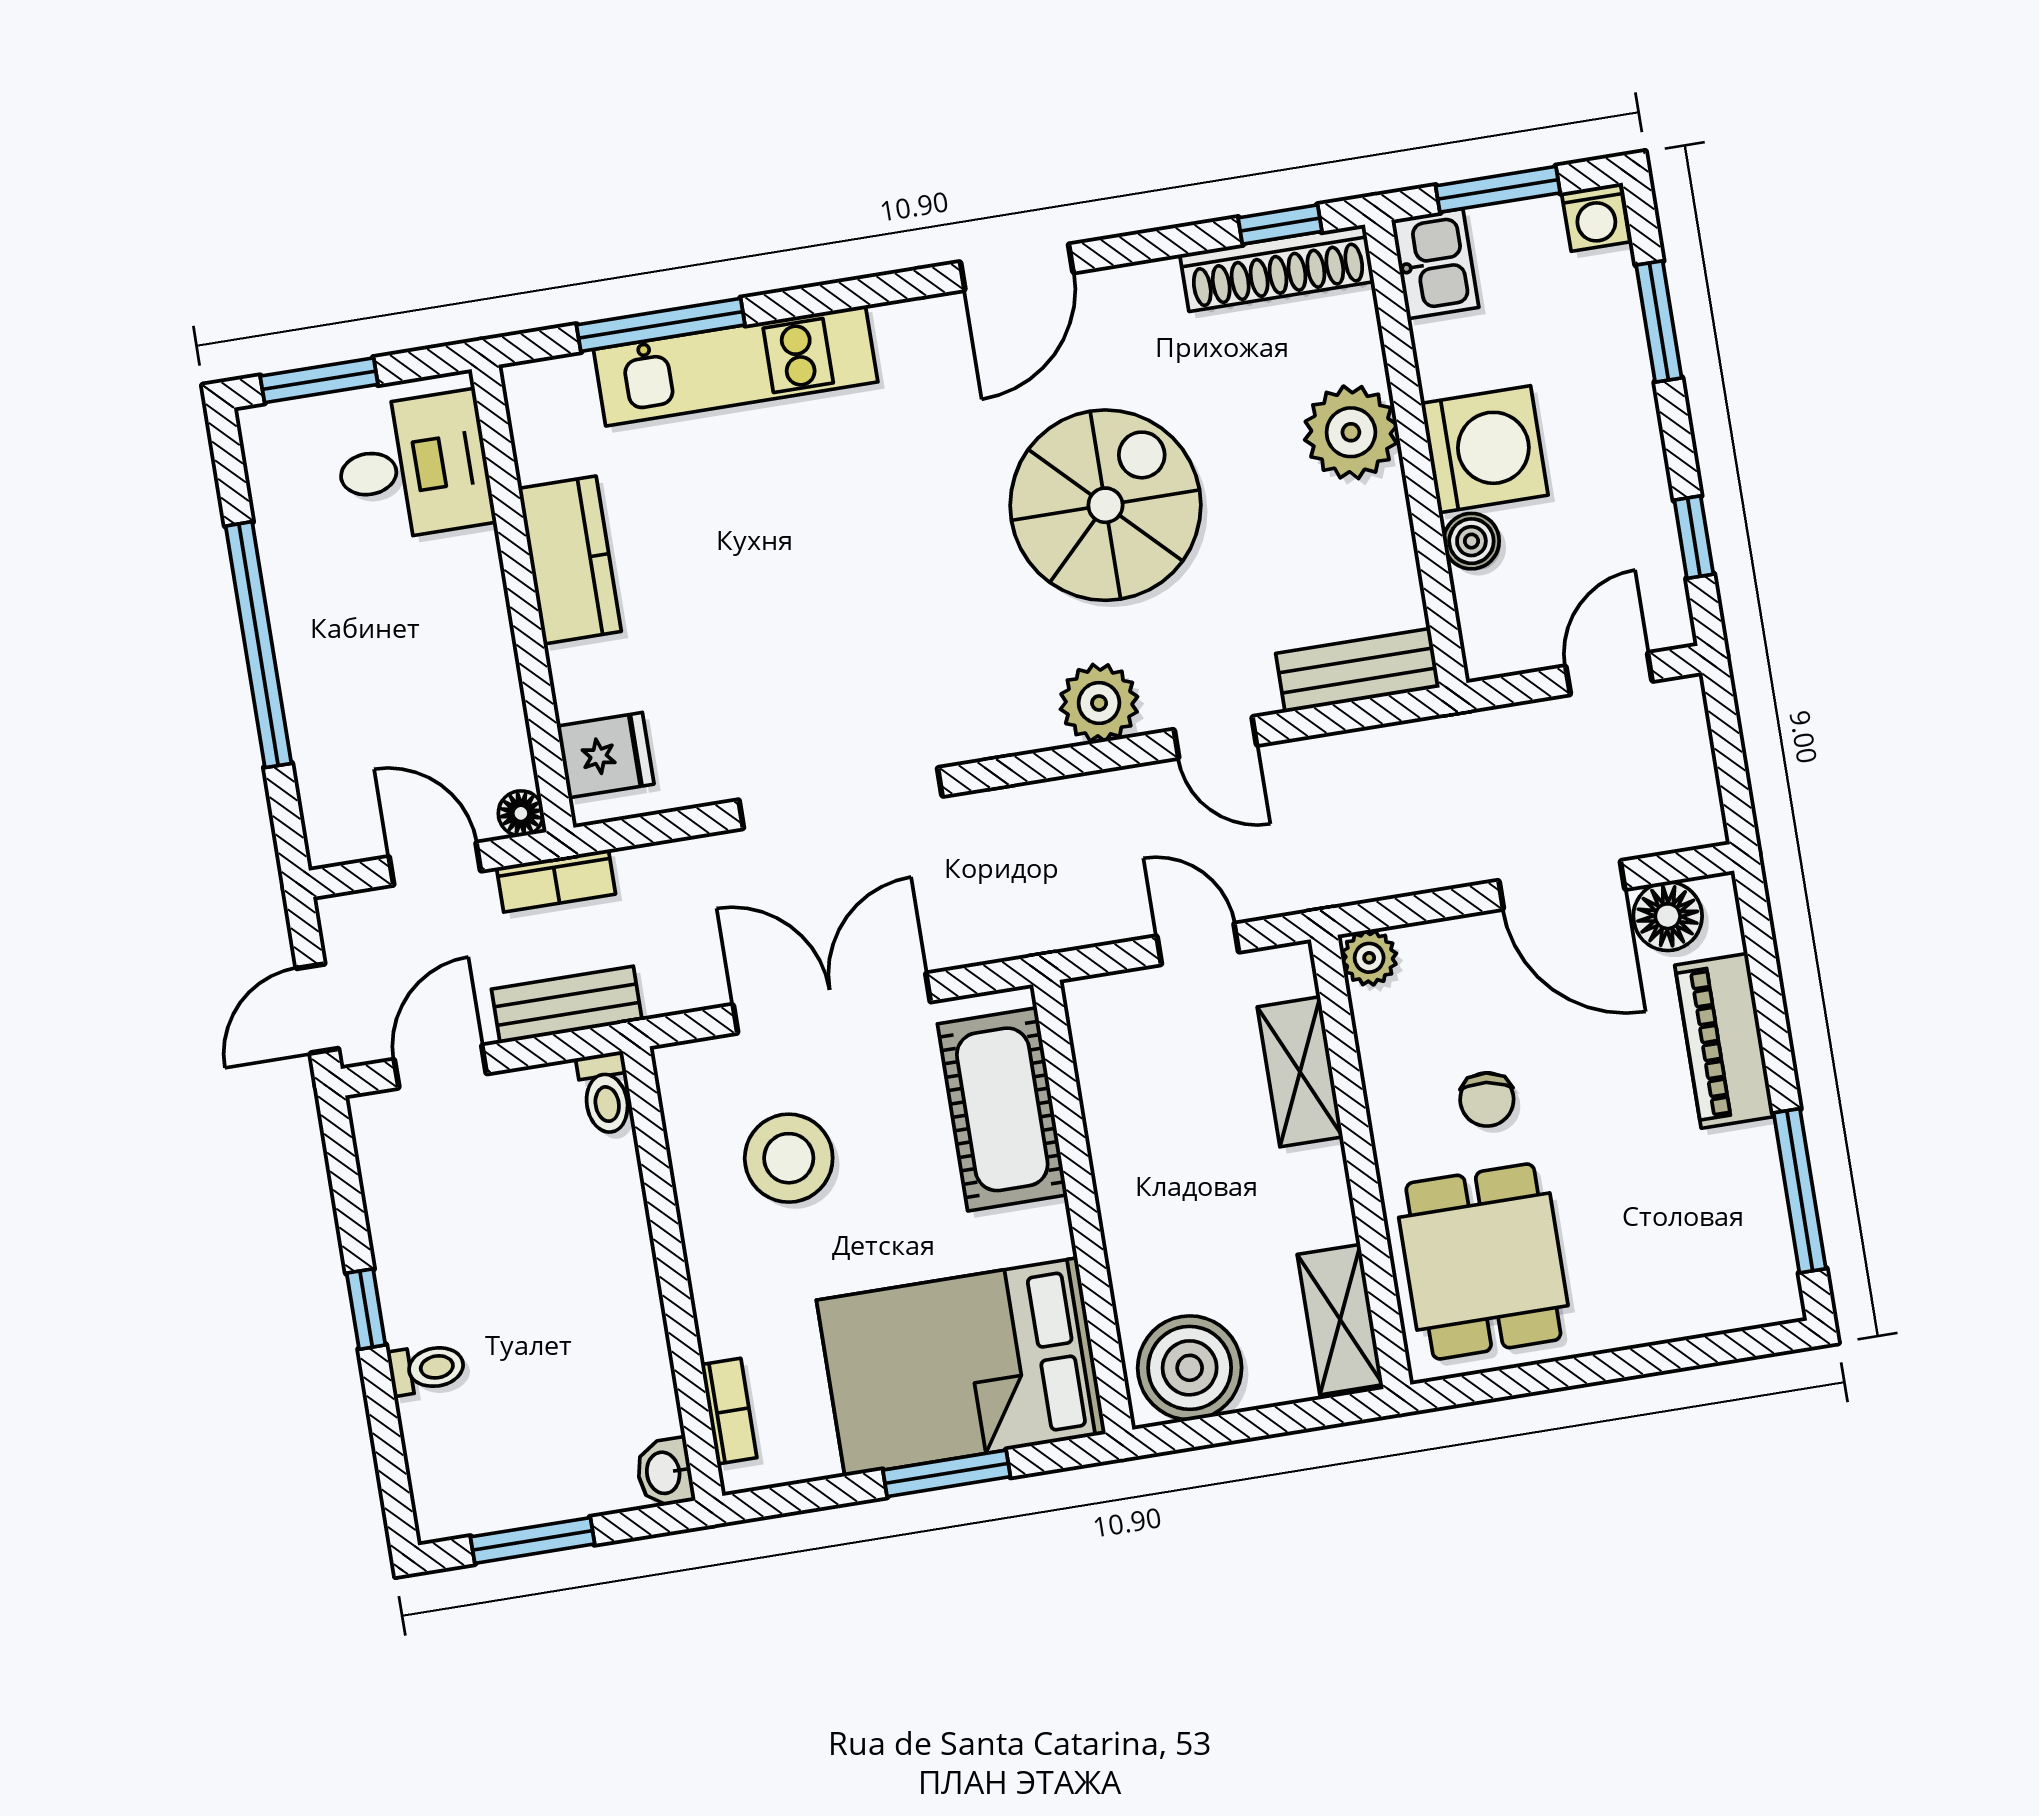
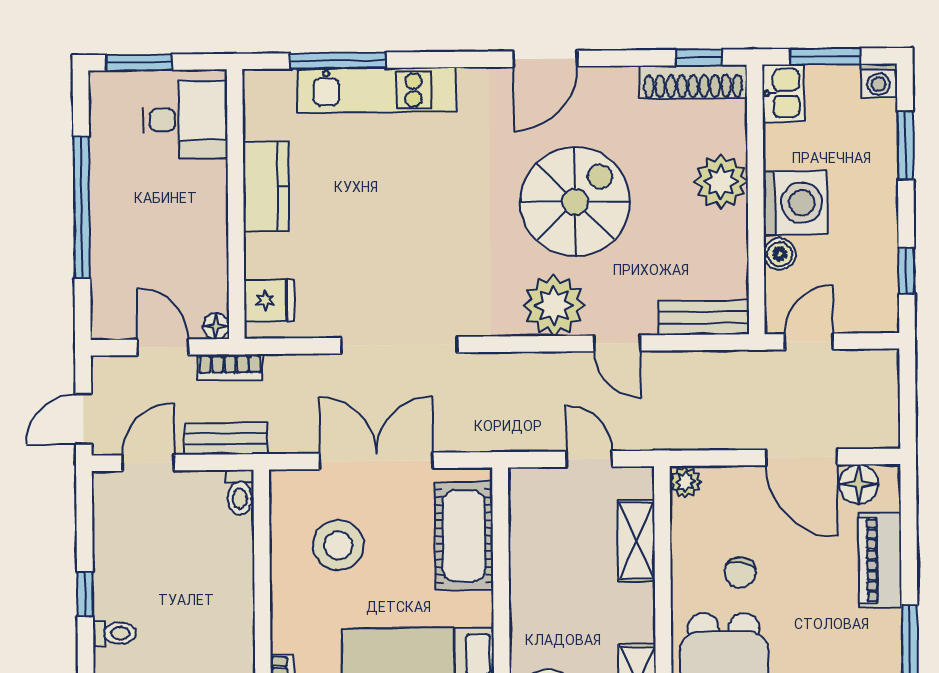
door: (1609, 674) -> (809, 342), moved
plant: (1099, 703) -> (554, 305), width x1.36, depth x1.36

